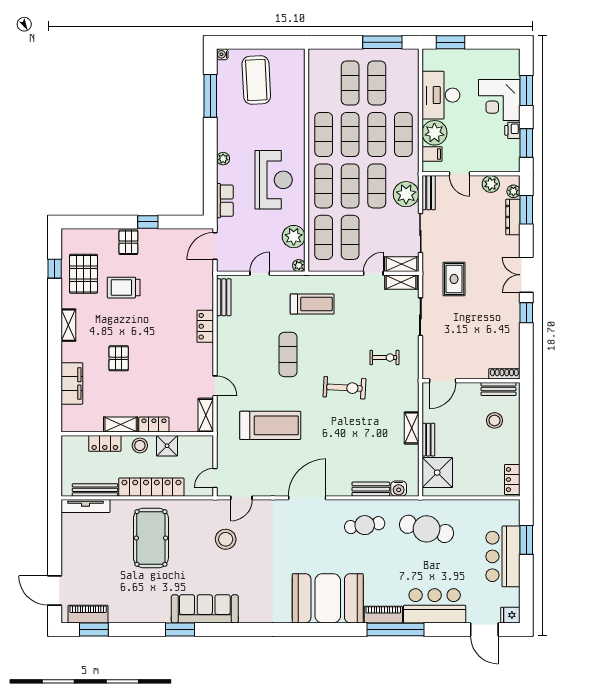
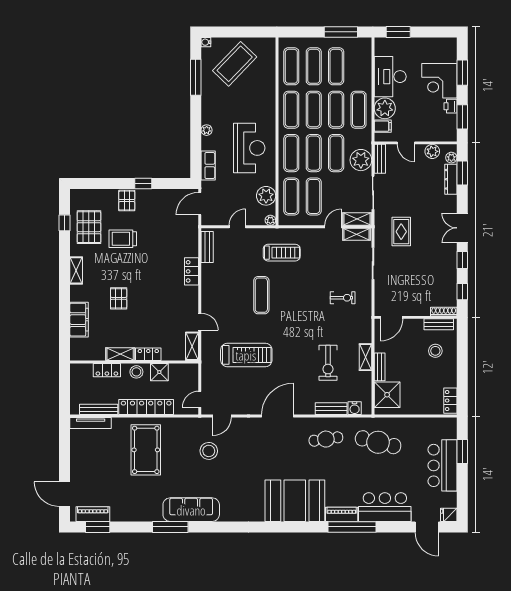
coffee table: (256, 80) -> (235, 64), turned 47
exercise mat: (324, 83) -> (291, 66), added
window: (526, 350) -> (462, 292), added
exercise bike: (344, 388) -> (328, 363), moved, turned 87
window: (180, 629) -> (170, 527), width x1.44

